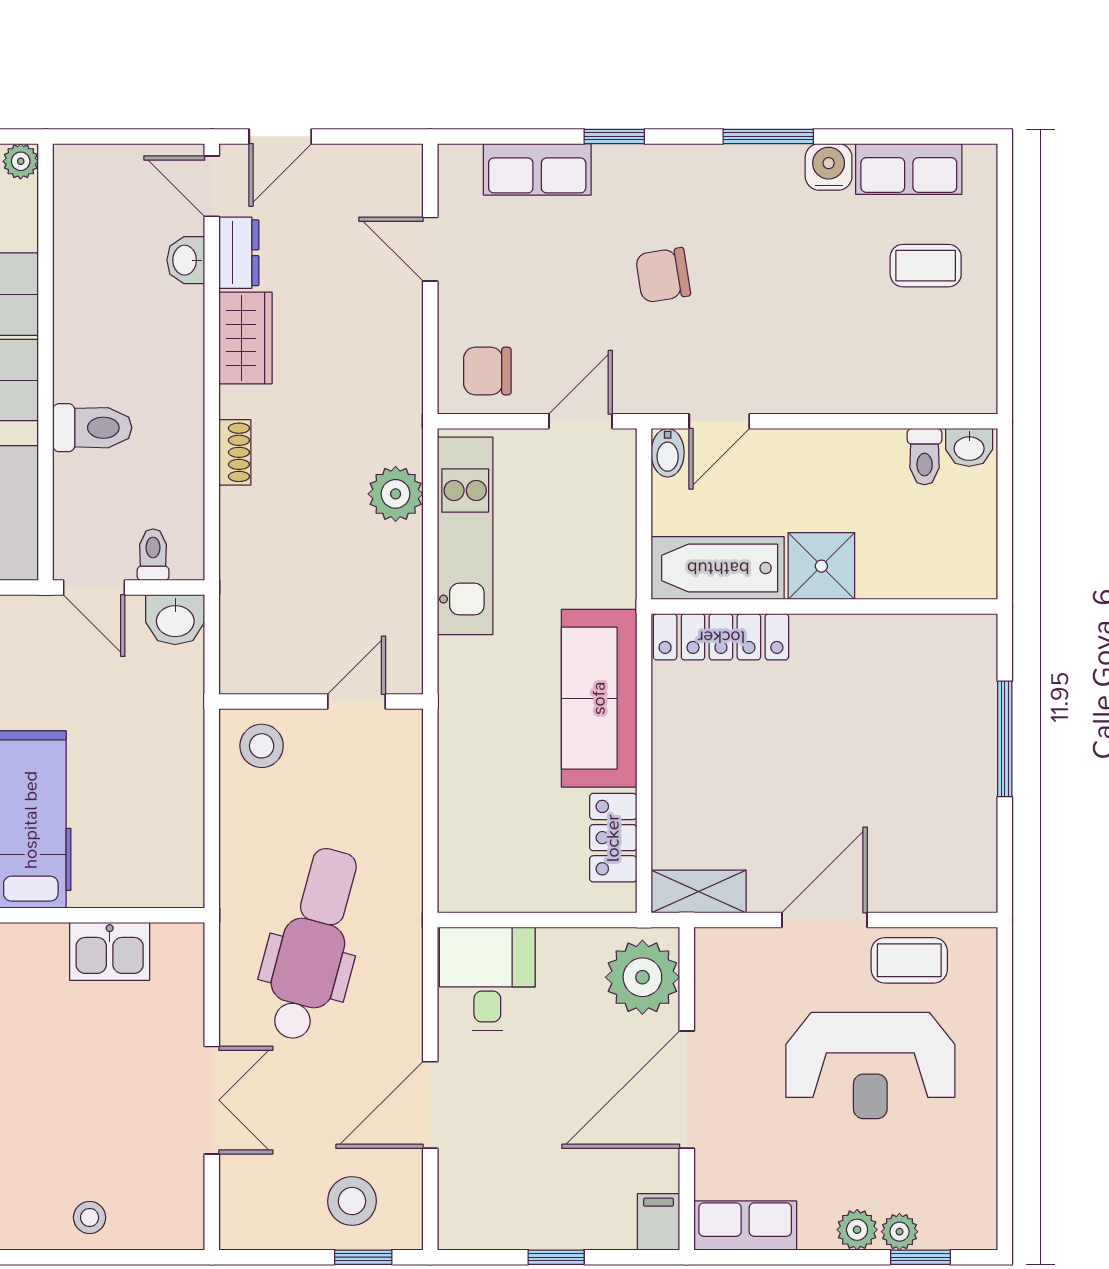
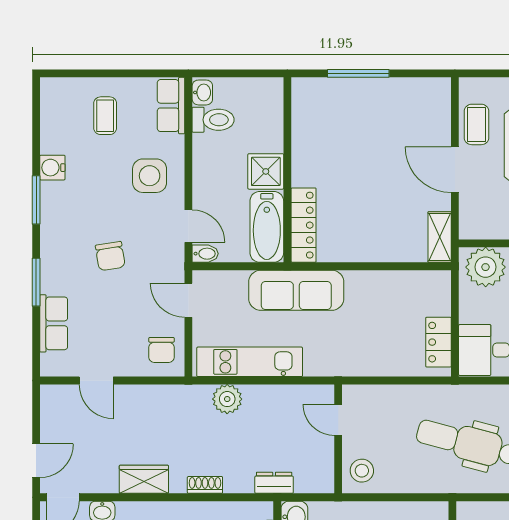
door: (280, 136) -> (36, 461), hinge flipped
window: (614, 136) -> (36, 282), width x1.50
row of seats: (909, 169) -> (171, 106), moved, turned 180
door: (430, 249) -> (96, 381), hinge flipped
dresser: (239, 253) -> (274, 483), moved
side table: (813, 349) -> (150, 176), added
toilet: (925, 457) -> (213, 120), width x1.37, depth x1.39
sofa: (599, 698) -> (296, 290), moved
locker: (613, 838) -> (438, 342), moved, turned 90

